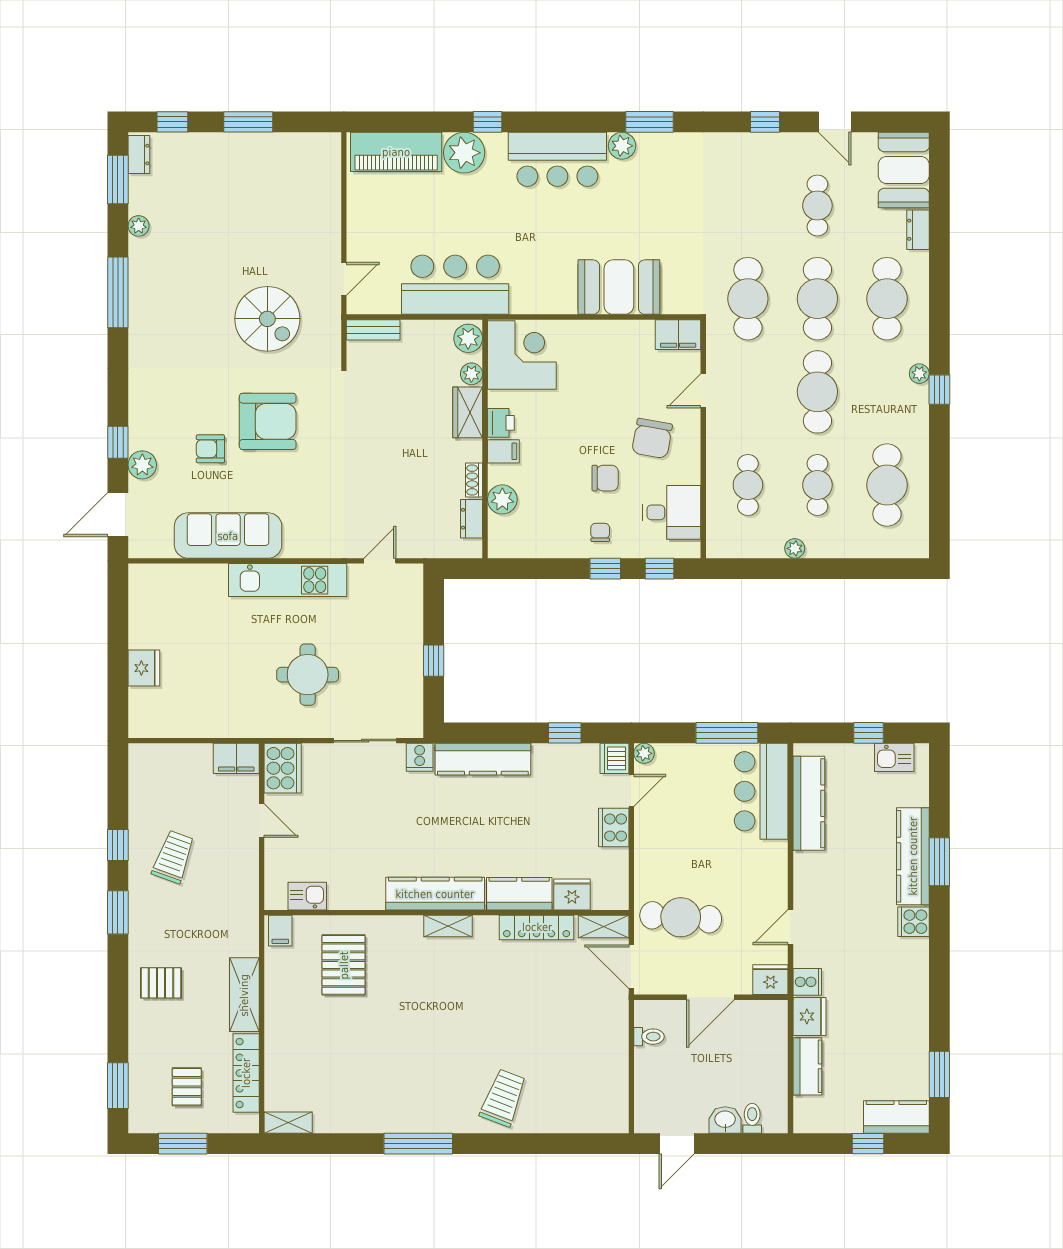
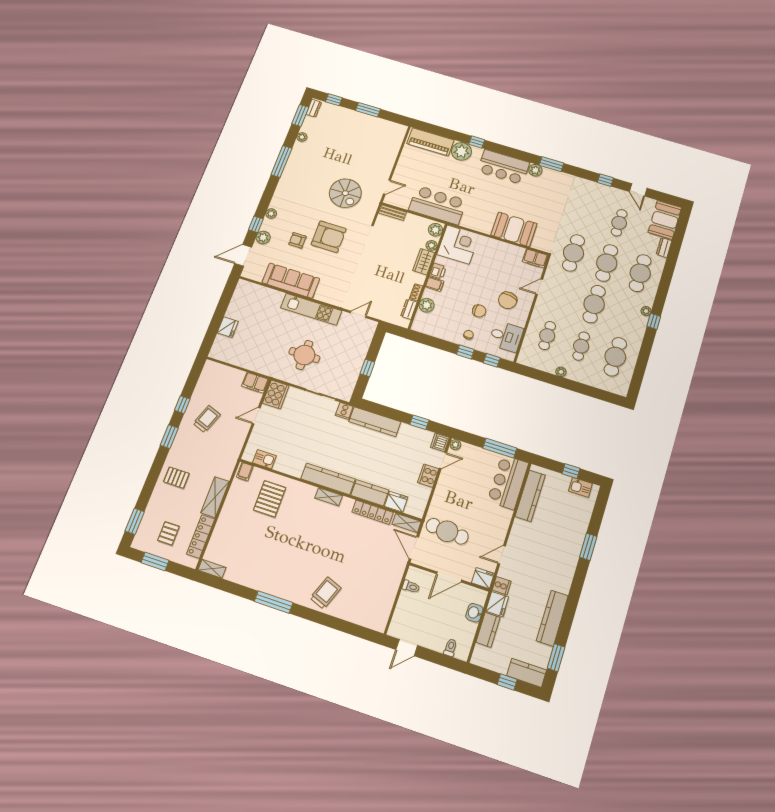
plant: (139, 410) -> (271, 214), added
door: (262, 821) -> (256, 416), swing flipped
kitchen counter: (913, 856) -> (552, 618), moved
cooker: (913, 922) -> (566, 573), removed
washbasin: (725, 1120) -> (474, 613), moved, turned -90

